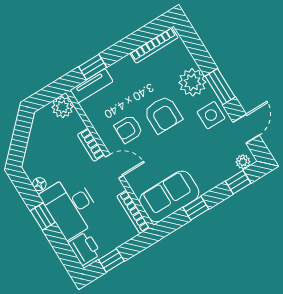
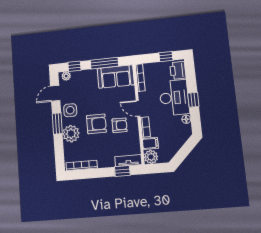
armchair: (163, 114) -> (96, 124), turned 90
filing cabinet: (73, 125) -> (150, 143), added
window: (196, 208) -> (104, 63), width x2.17

